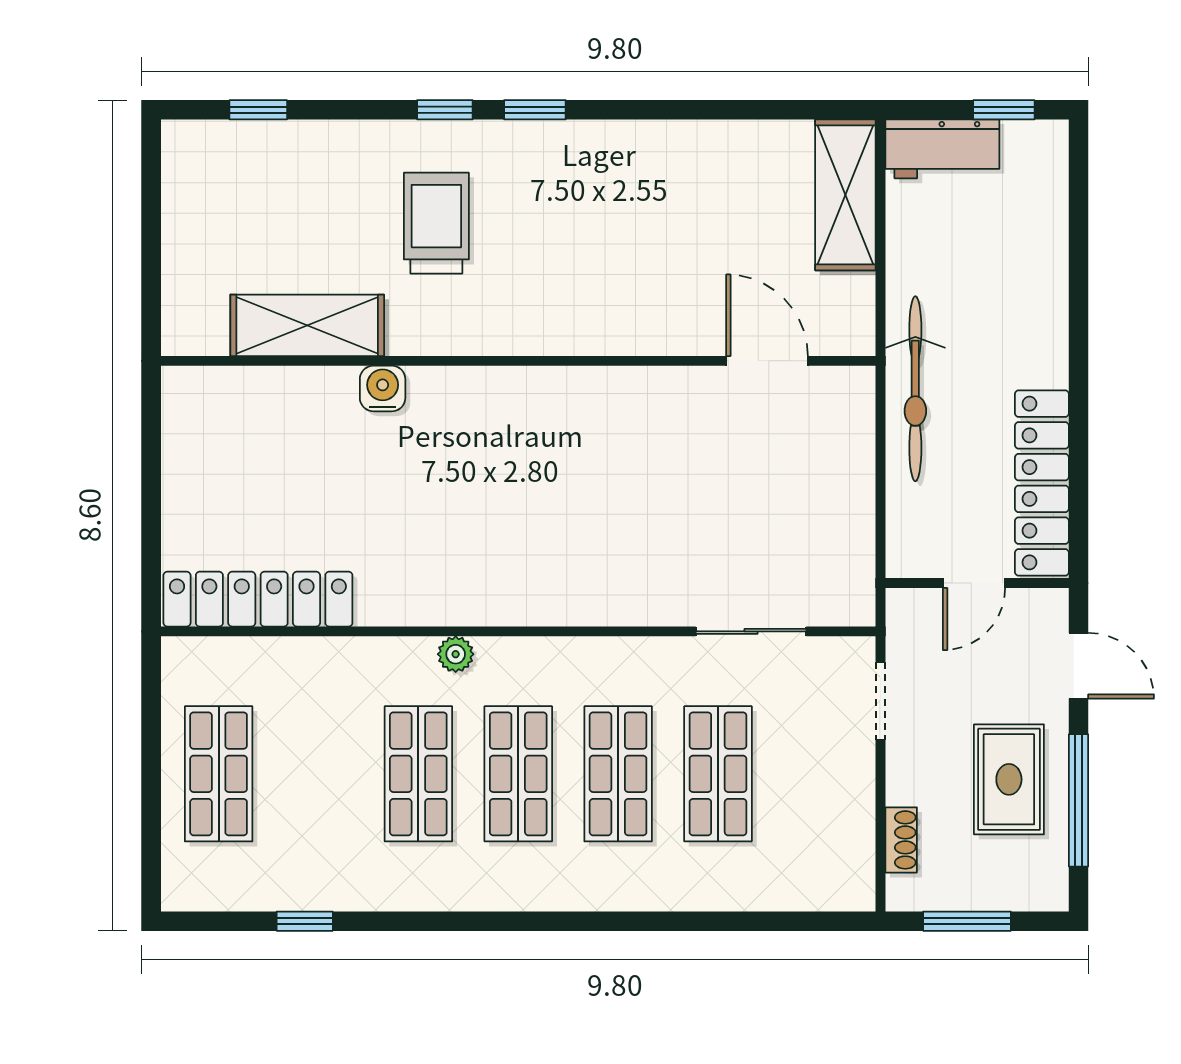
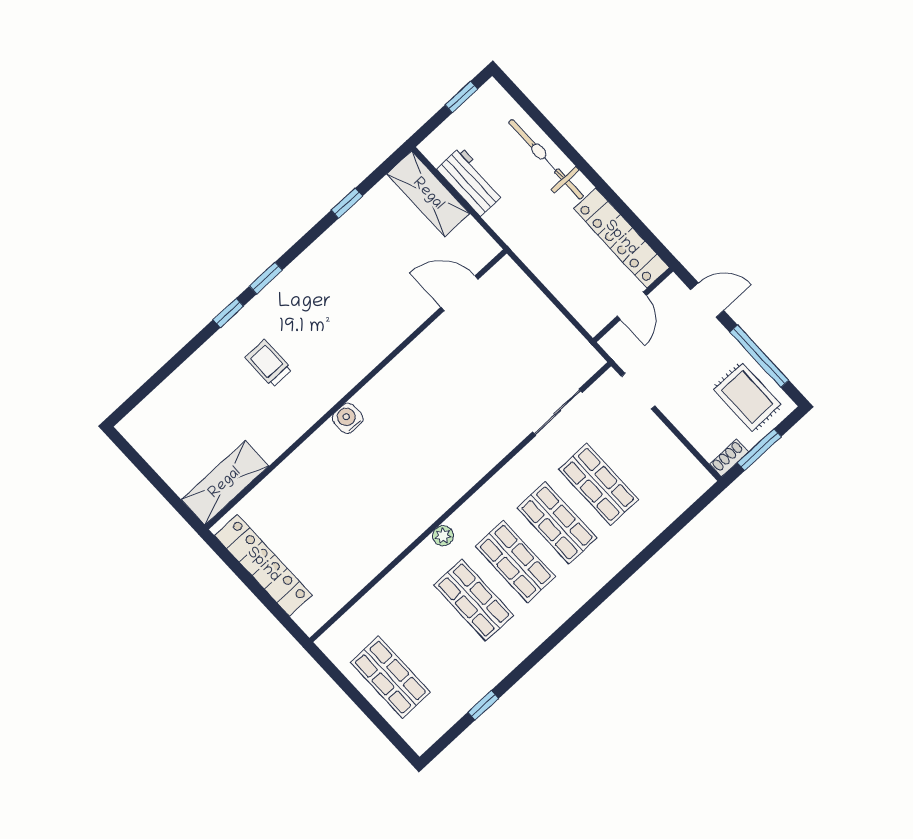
window: (258, 110) -> (347, 203), moved
workbench: (942, 149) -> (470, 181), moved, turned -90
trolley: (436, 223) -> (269, 363), width x0.73, depth x0.72
shelving: (307, 325) -> (225, 483), moved
water cooler: (383, 389) -> (348, 418), moved
bicycle: (915, 389) -> (546, 159), moved, turned 180
locker: (258, 599) -> (263, 565), moved, turned 90
rug: (1009, 779) -> (747, 397), moved
shoe rack: (901, 840) -> (729, 458), moved, turned -90

